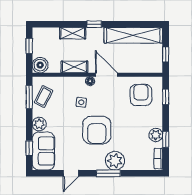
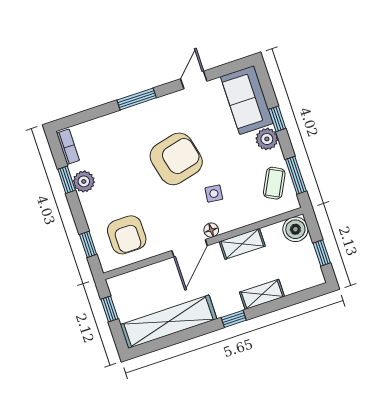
door: (106, 75) -> (190, 248), hinge flipped
armchair: (97, 130) -> (176, 159), turned 76
window: (29, 148) -> (277, 119), moved
plant: (115, 161) -> (133, 122), removed

